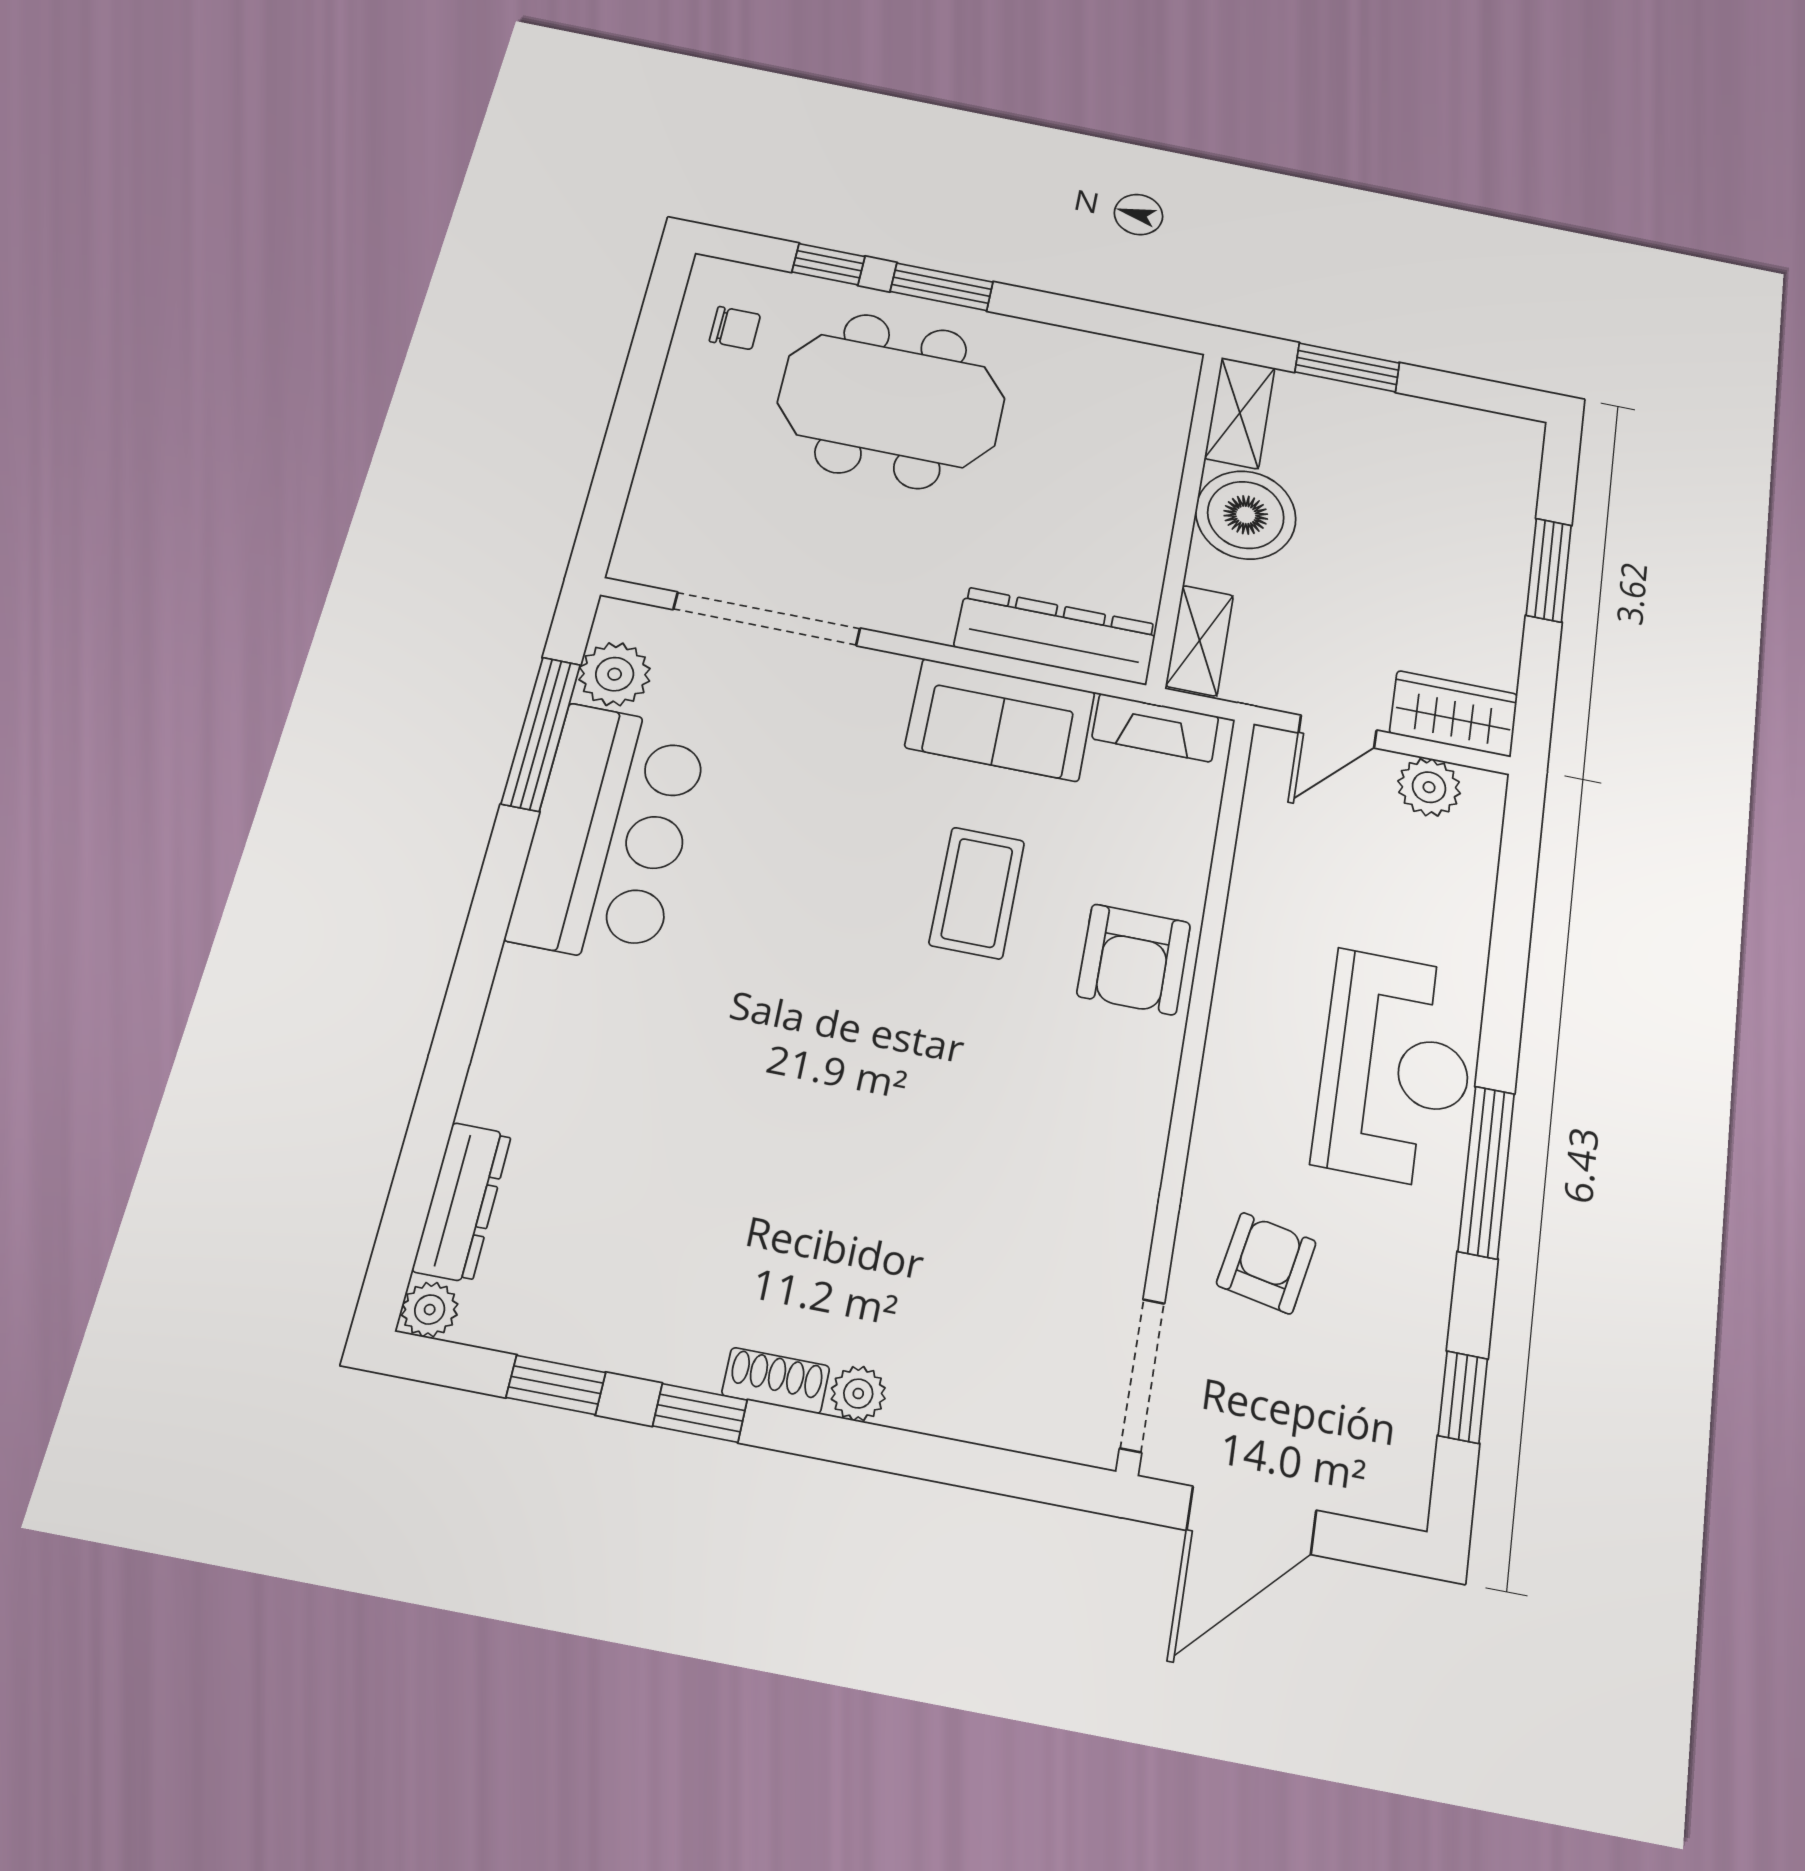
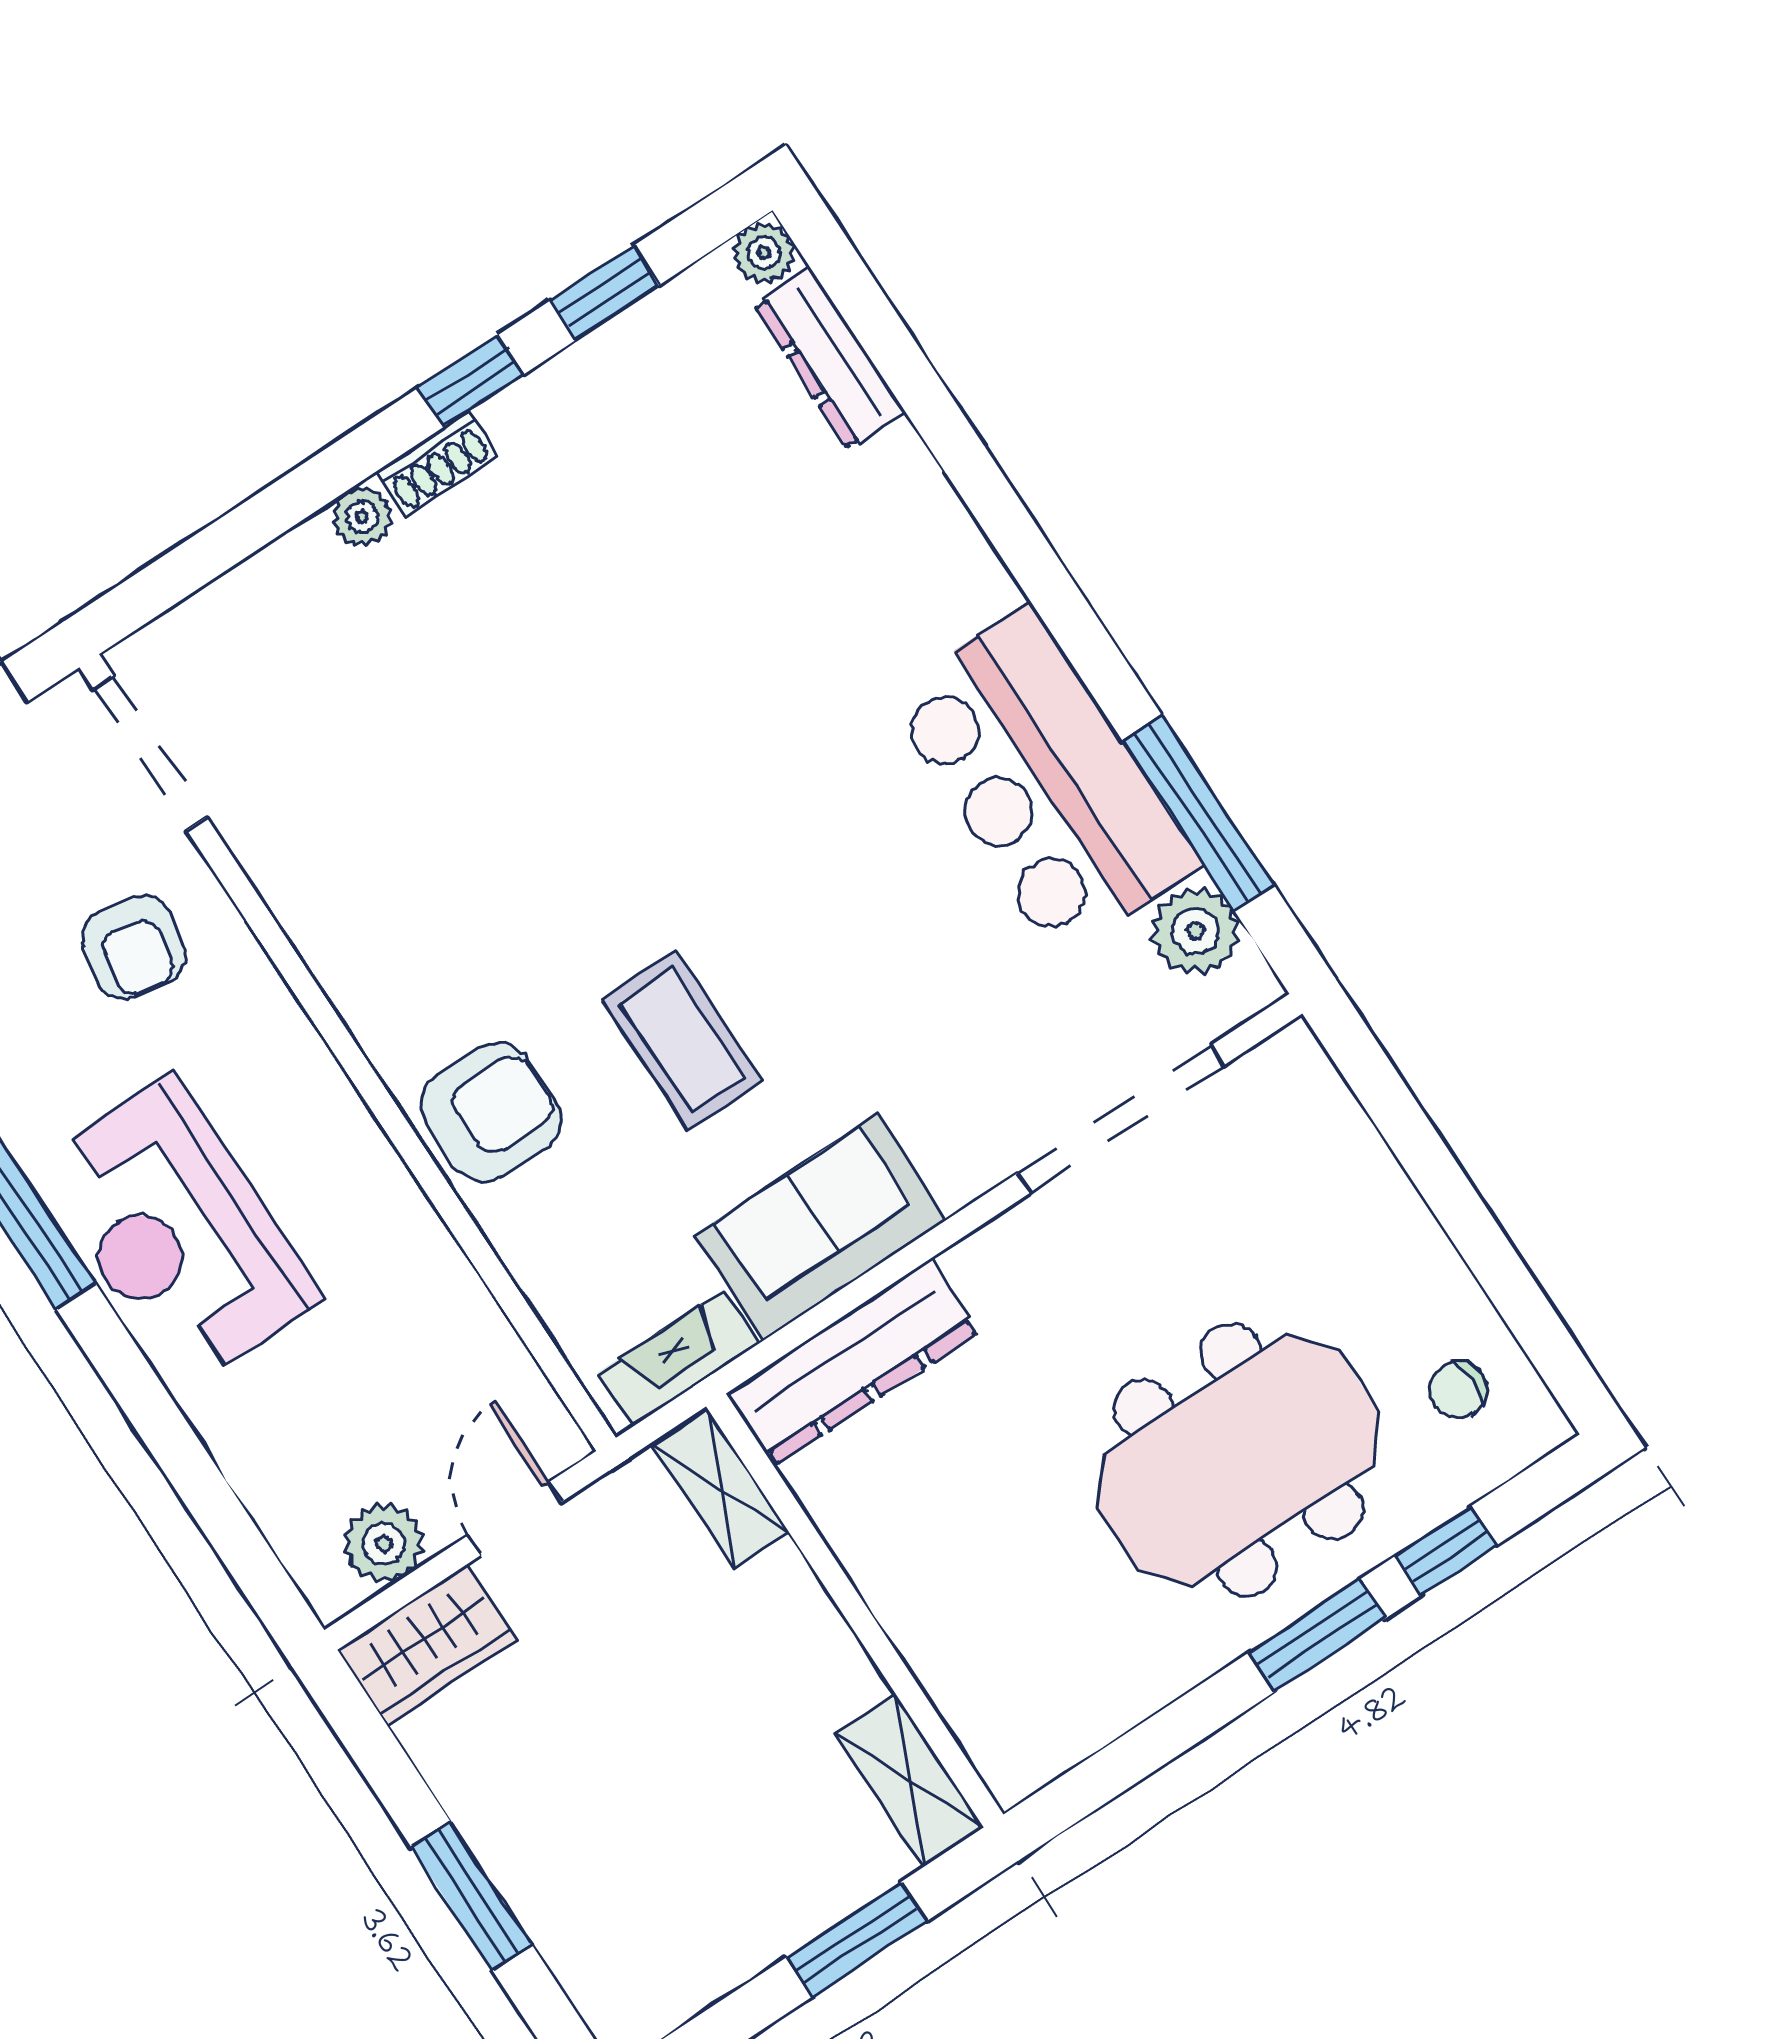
boiler: (1246, 515) -> (801, 1669), removed
armchair: (1134, 959) -> (491, 1112), turned 90

